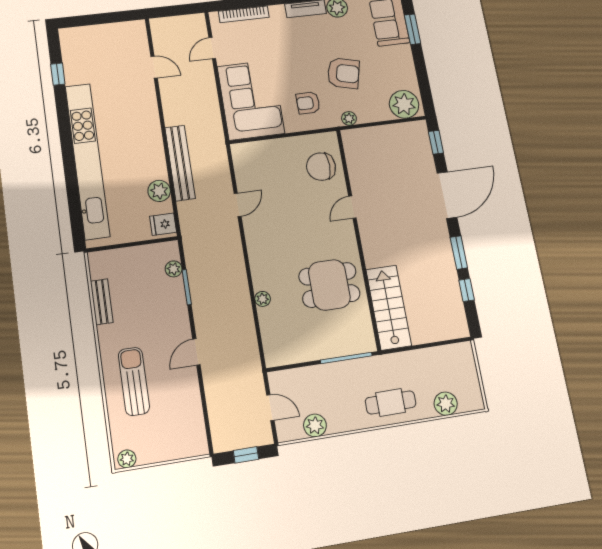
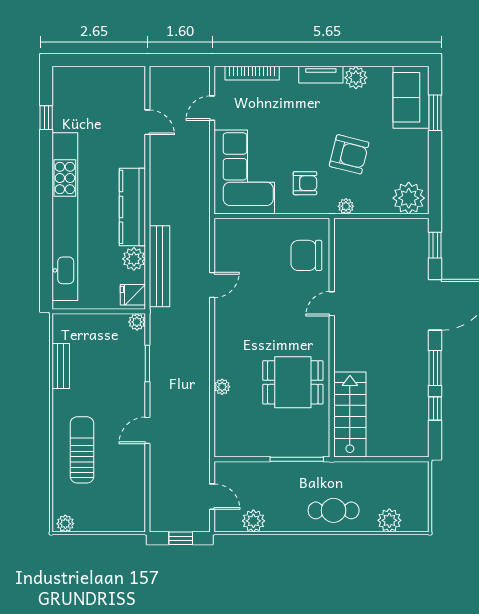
armchair: (308, 103) -> (305, 183), turned 180
kitchen counter: (151, 144) -> (132, 207), added
bench: (180, 163) -> (160, 266), moved
plant: (174, 269) -> (137, 322), moved

